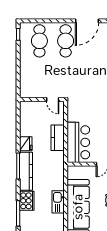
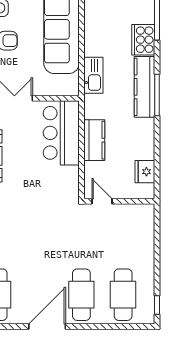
fridge: (26, 144) -> (145, 172), moved
kitchen sink: (58, 202) -> (93, 75), moved

